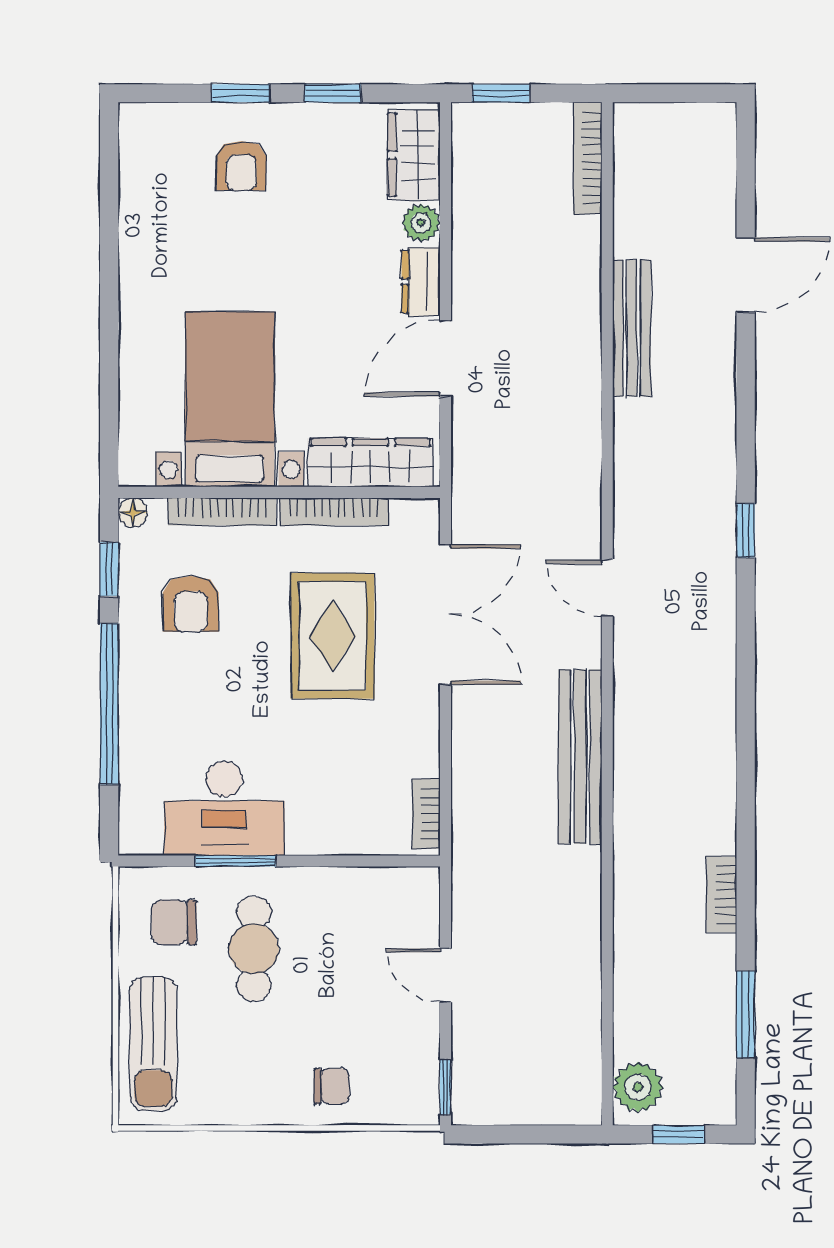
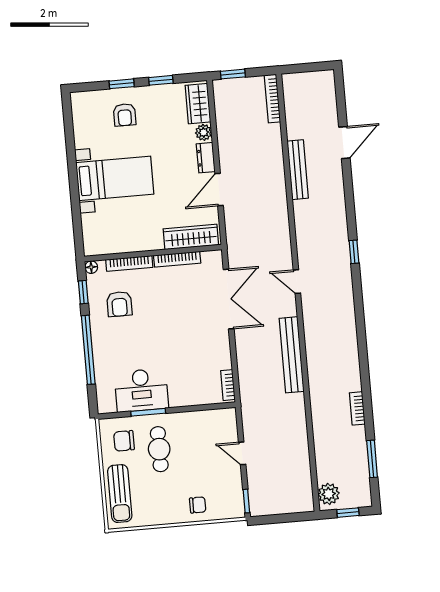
bed with nightstands: (230, 399) -> (115, 178), moved, turned 90
rug: (333, 636) -> (181, 312), removed

